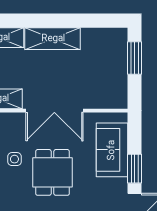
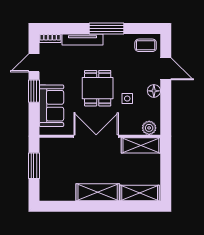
window: (135, 58) -> (34, 166), moved

